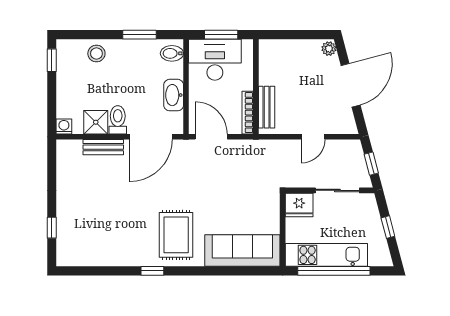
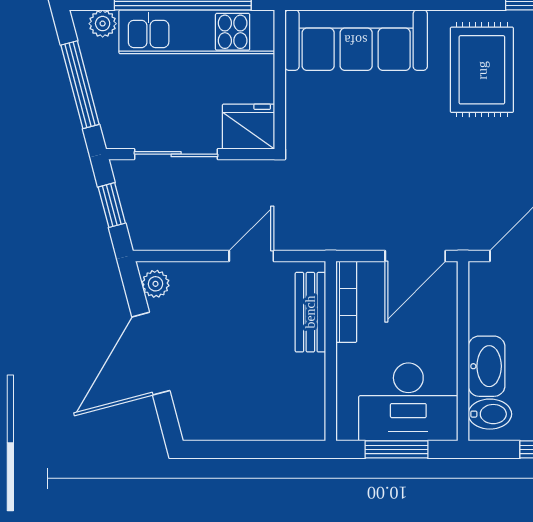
plant: (329, 49) -> (155, 284), moved
washbasin: (174, 95) -> (487, 366), moved
door: (211, 137) -> (415, 256), hinge flipped
door: (313, 137) -> (251, 256), moved
window: (388, 227) -> (80, 85), width x2.17
plant: (376, 259) -> (103, 24), added

